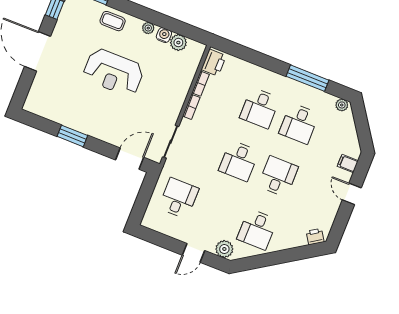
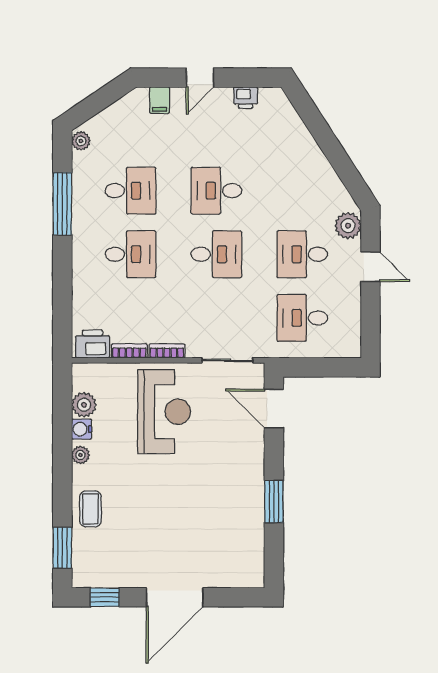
reception desk: (113, 72) -> (164, 412), moved
desk: (257, 229) -> (302, 254), moved, turned 180
printer: (315, 237) -> (246, 98), moved, turned -57

